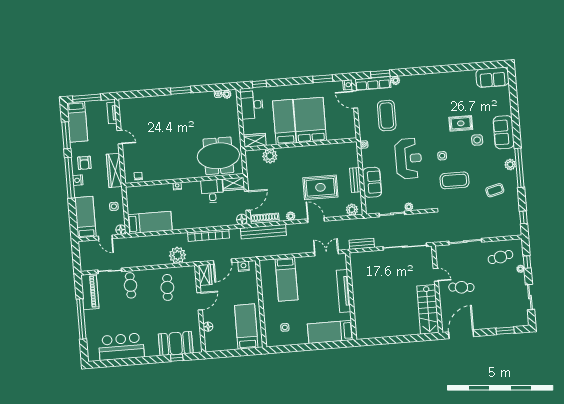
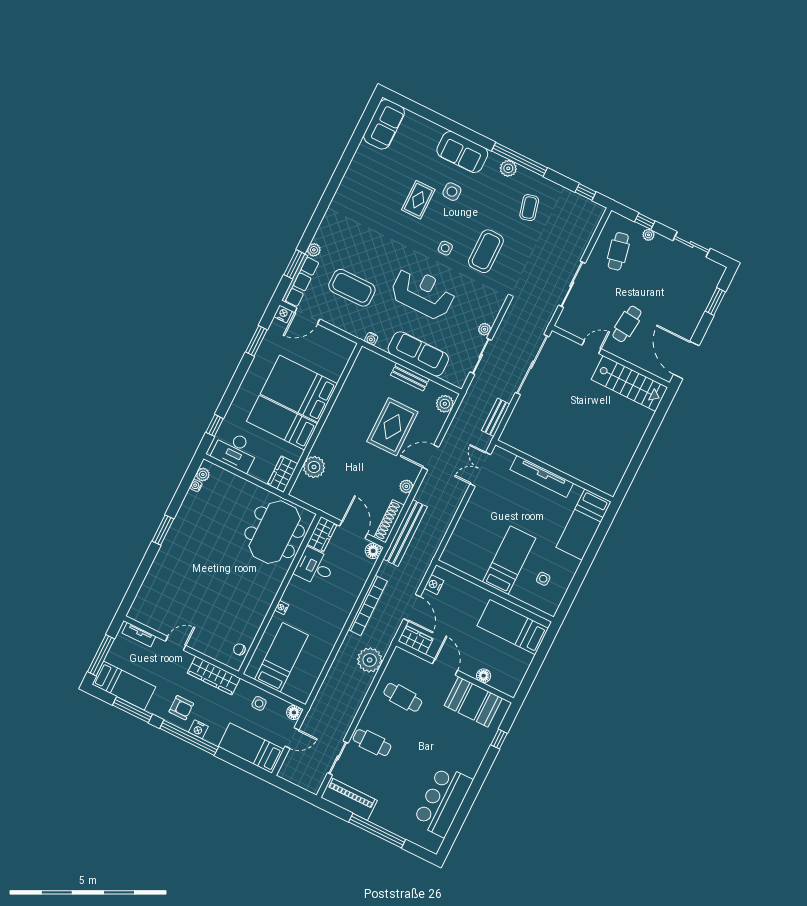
sofa: (372, 182) -> (418, 354), width x1.36
bed: (150, 222) -> (281, 657), moved
bed: (286, 279) -> (509, 560), moved, turned -90
booth: (176, 343) -> (473, 702), moved, turned 90

